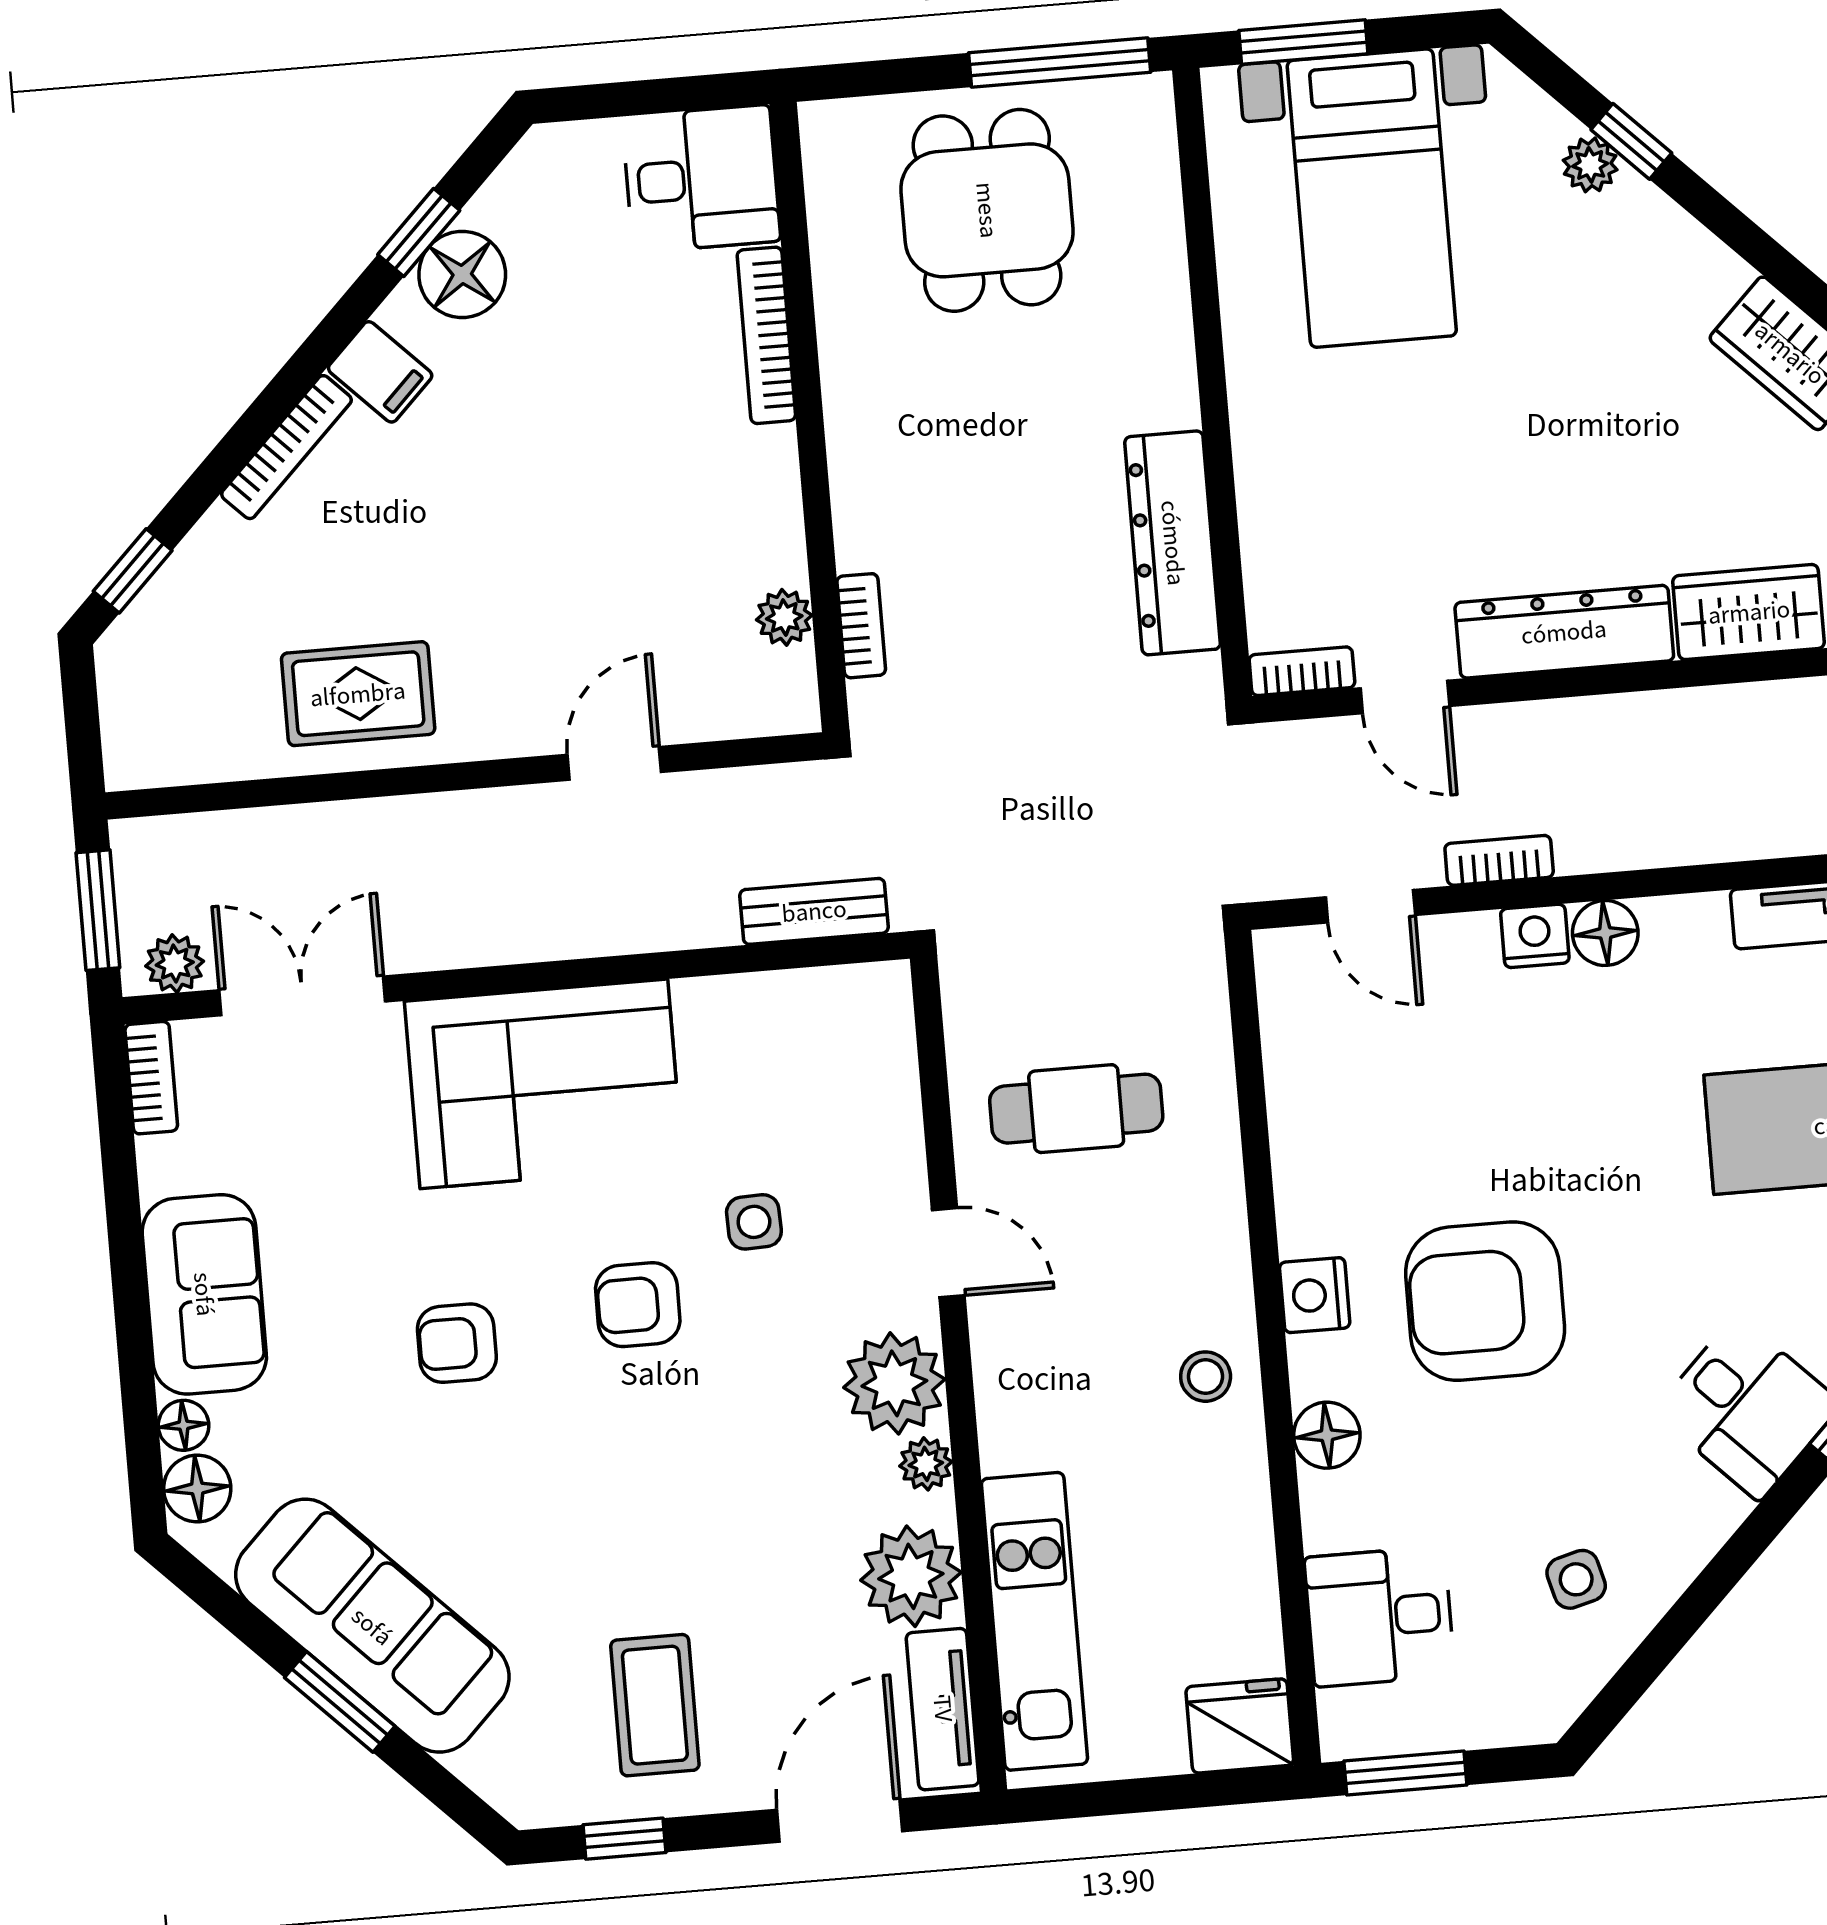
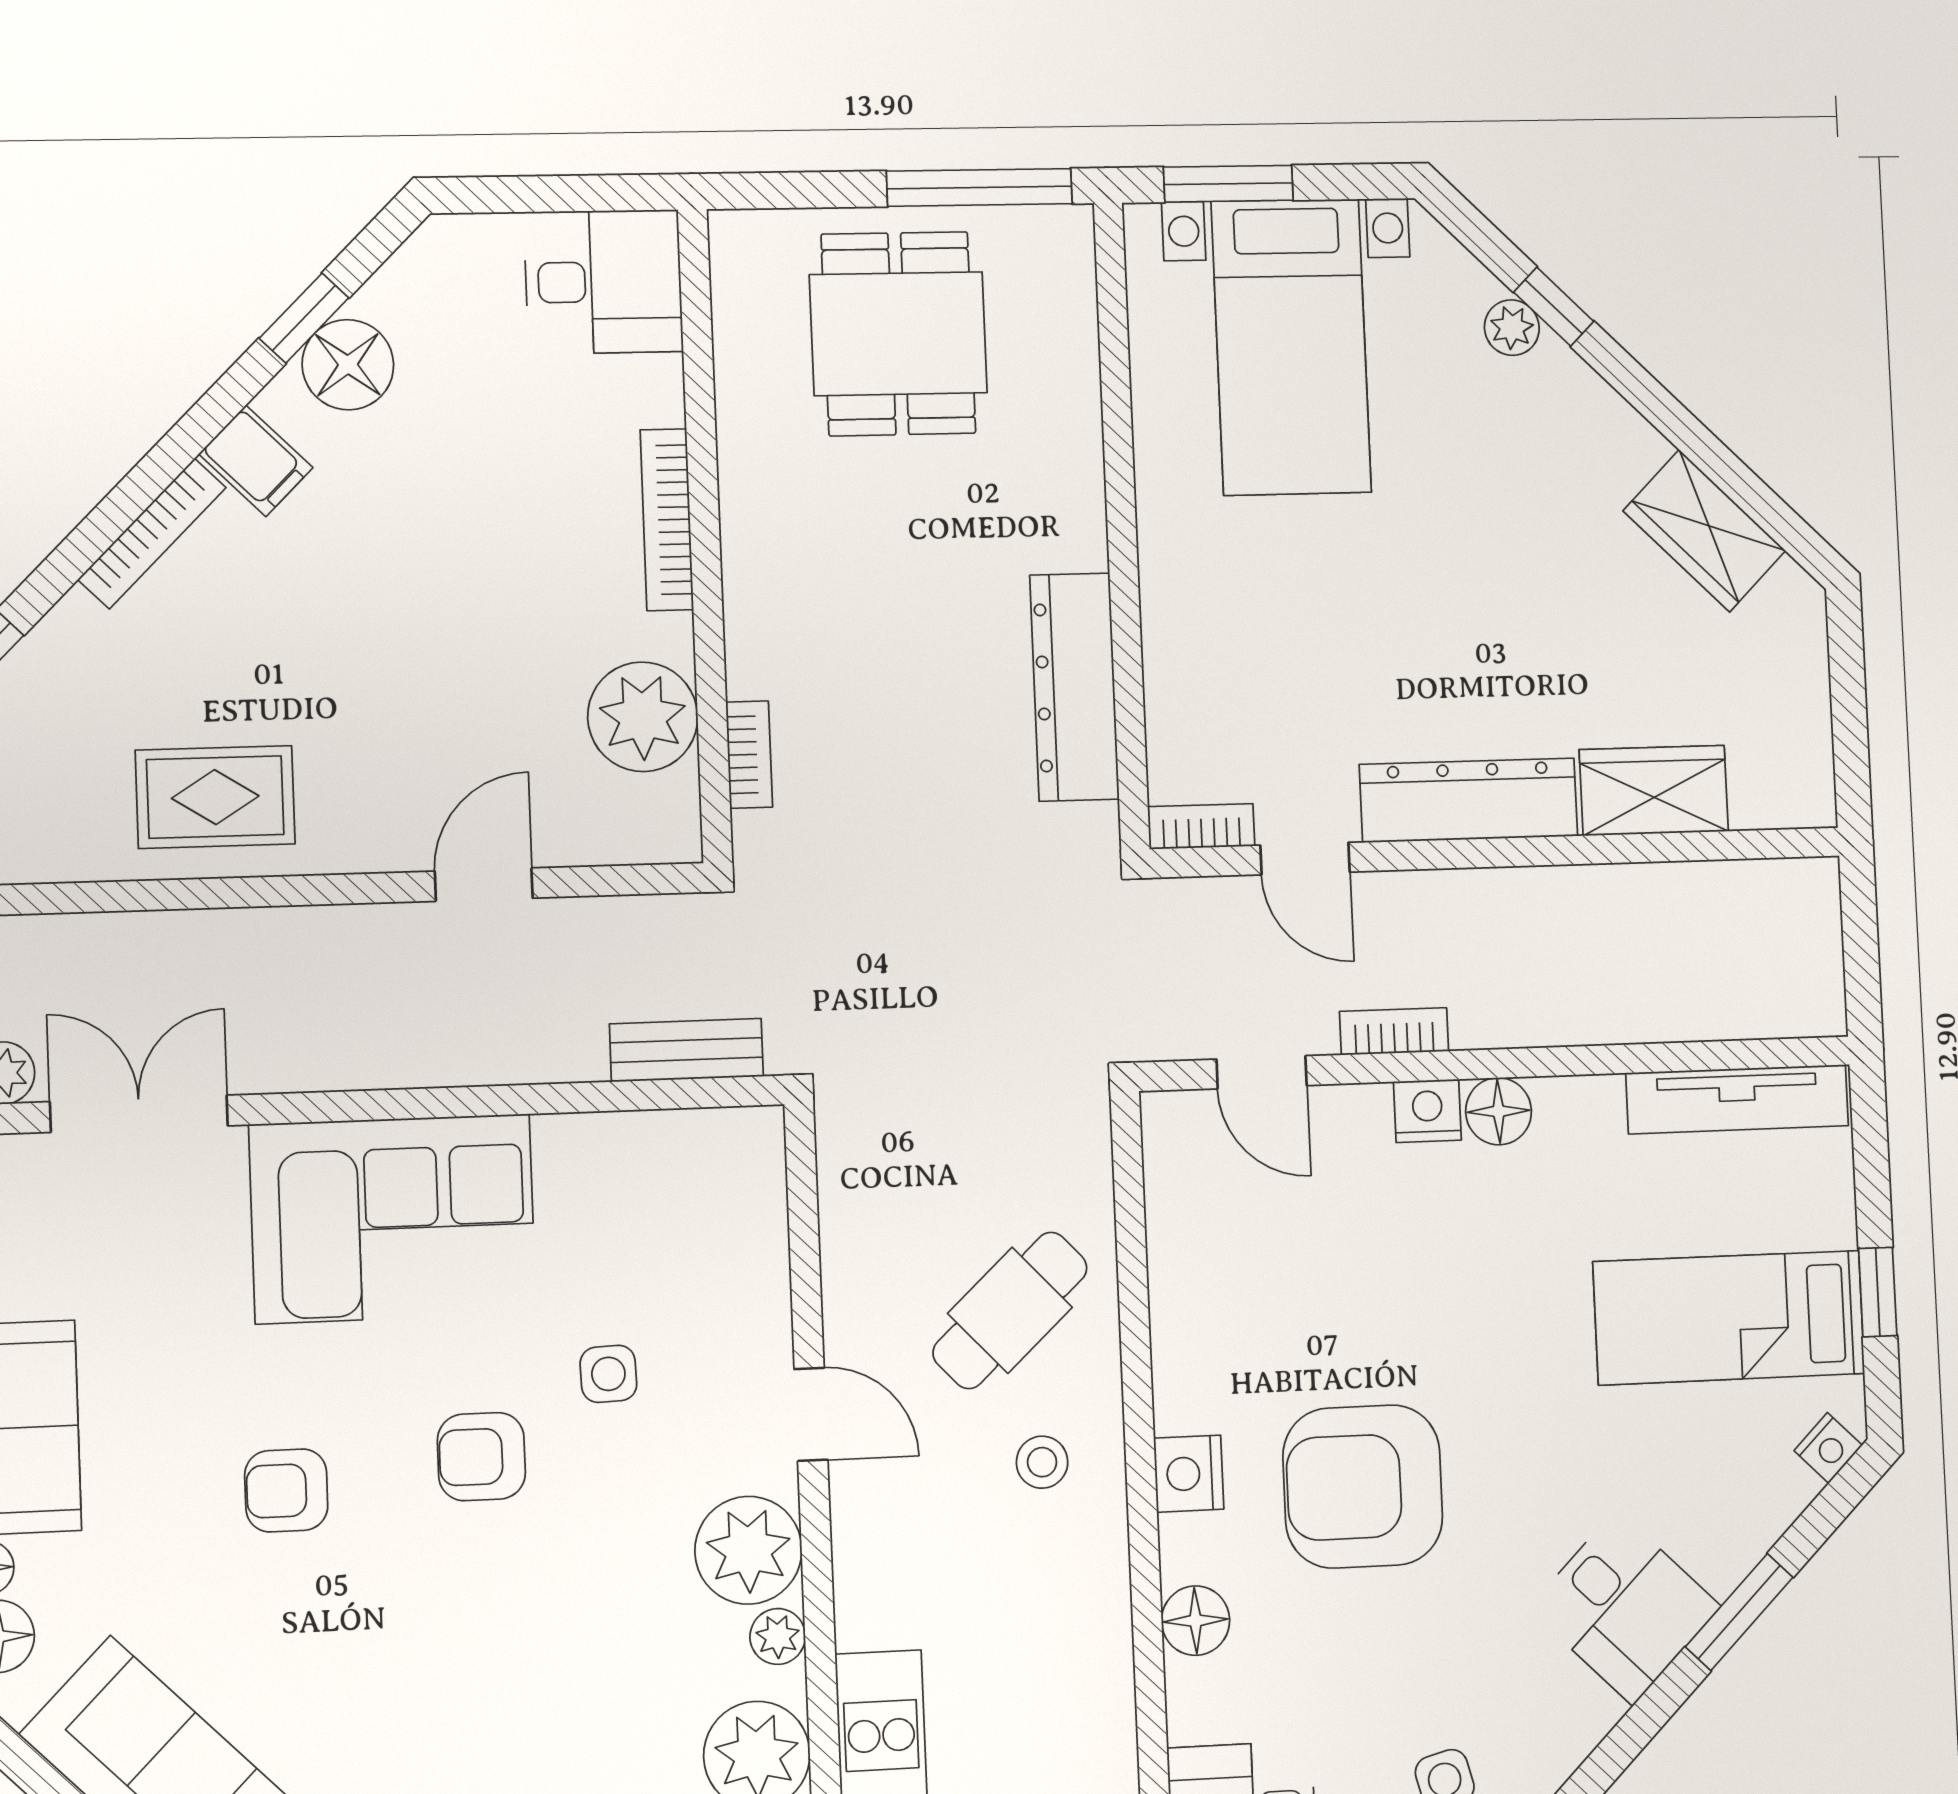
bookcase: (766, 335) -> (667, 520), moved
plant: (784, 617) -> (643, 717), width x1.88, depth x1.88
cafe table: (1076, 1109) -> (1010, 1310), moved, turned -43
stool: (1206, 1377) -> (1042, 1462), moved

